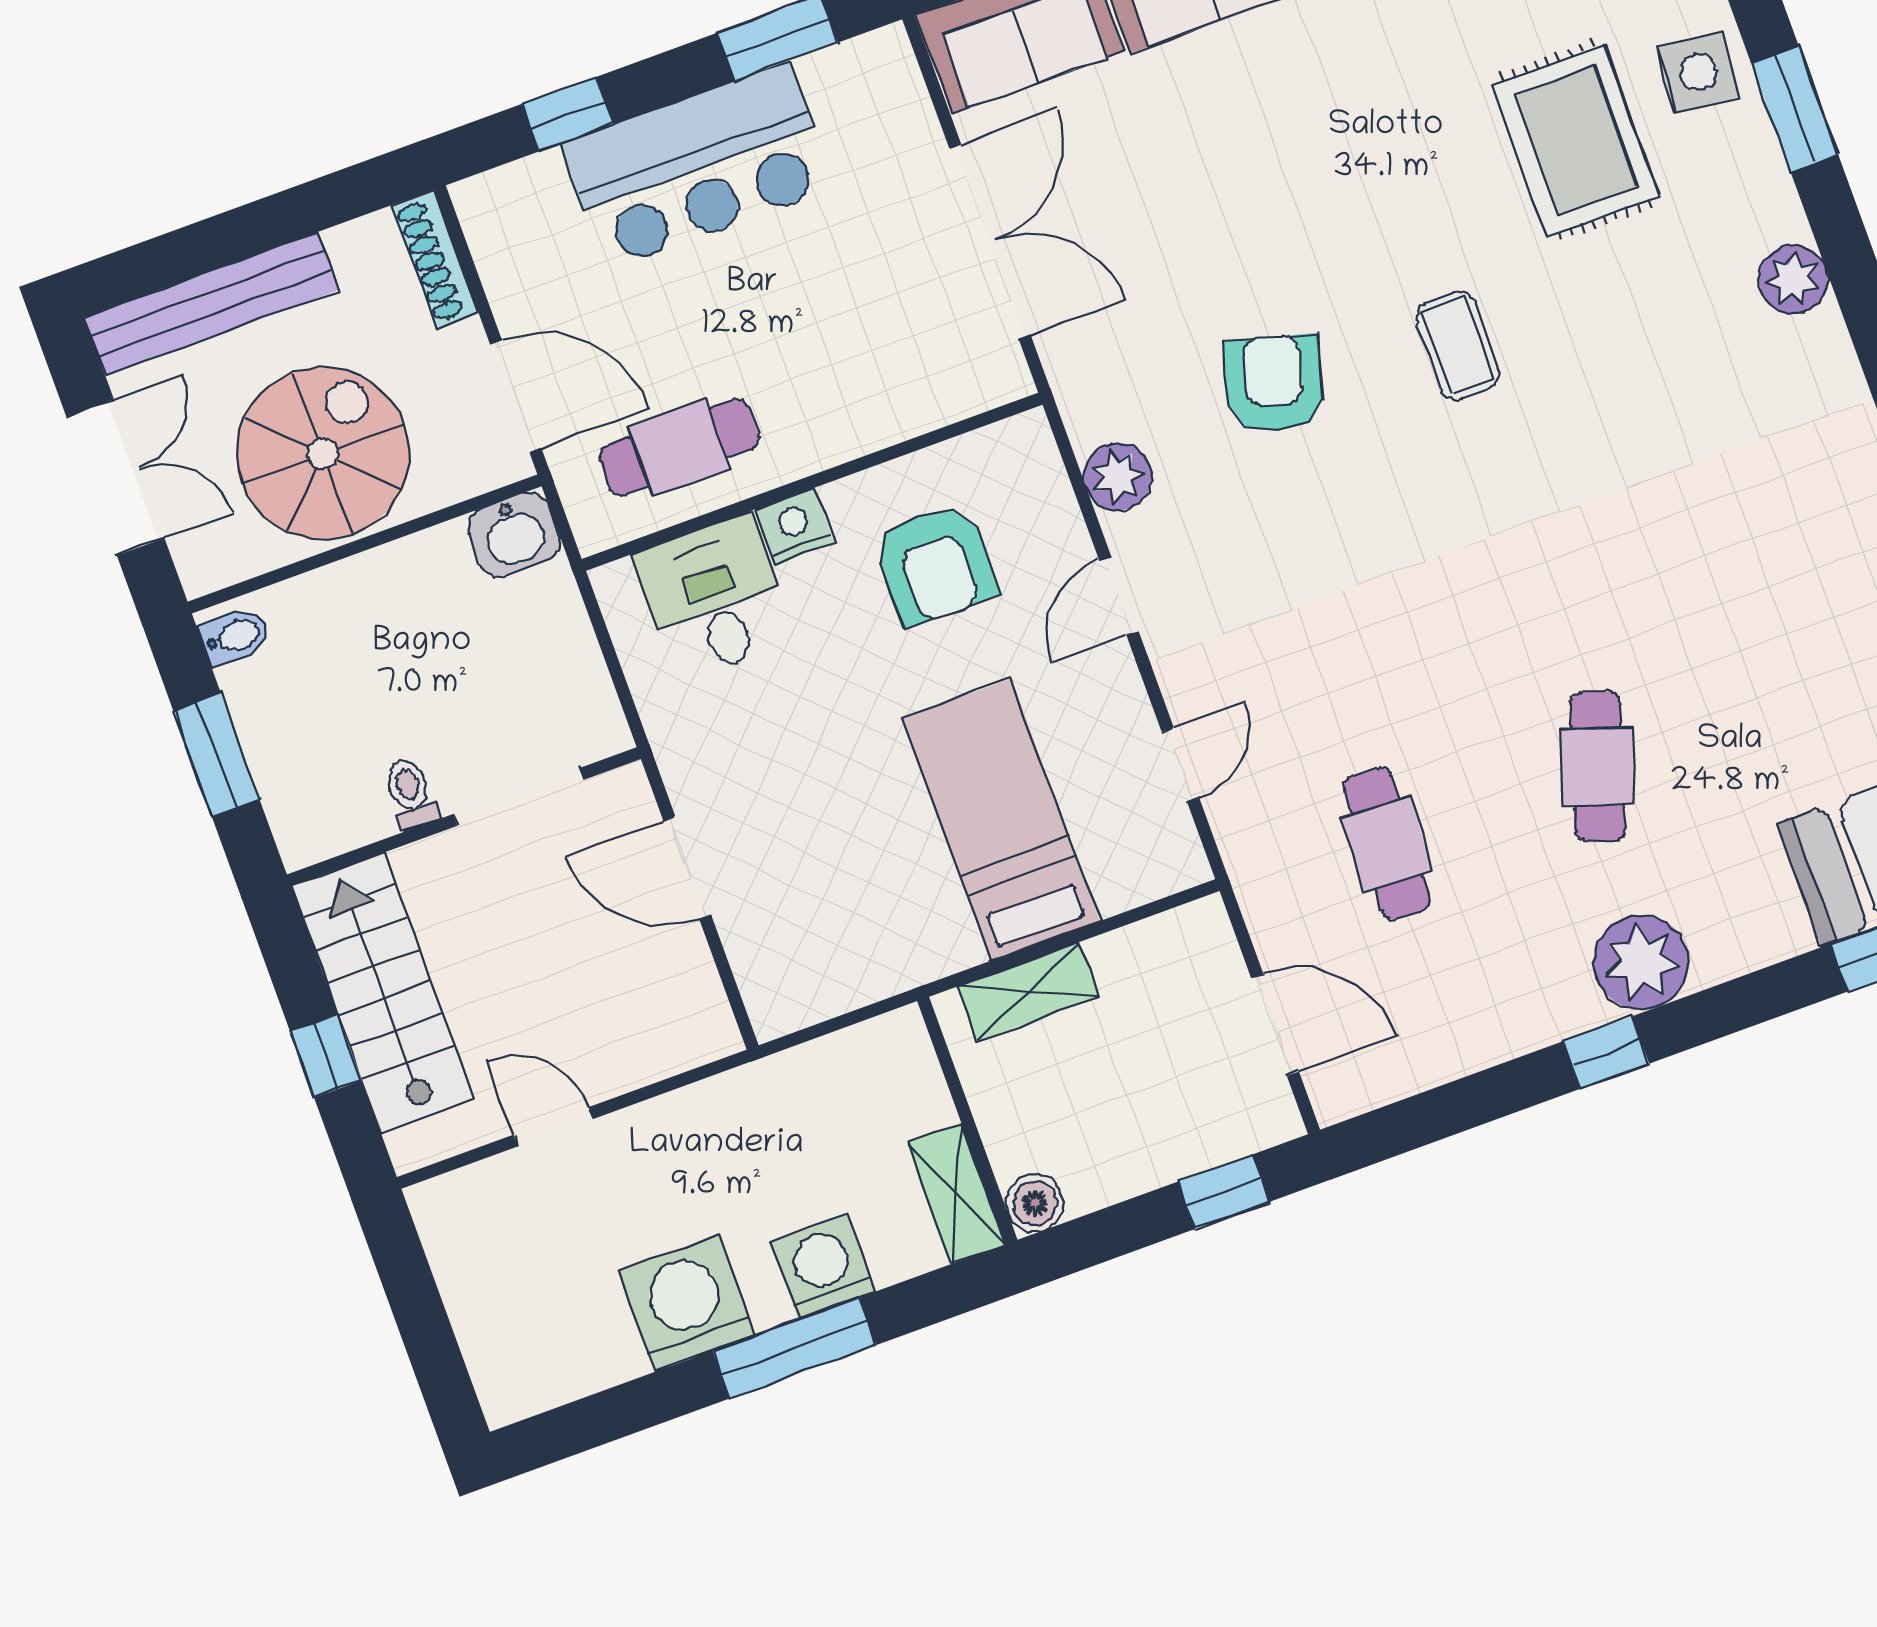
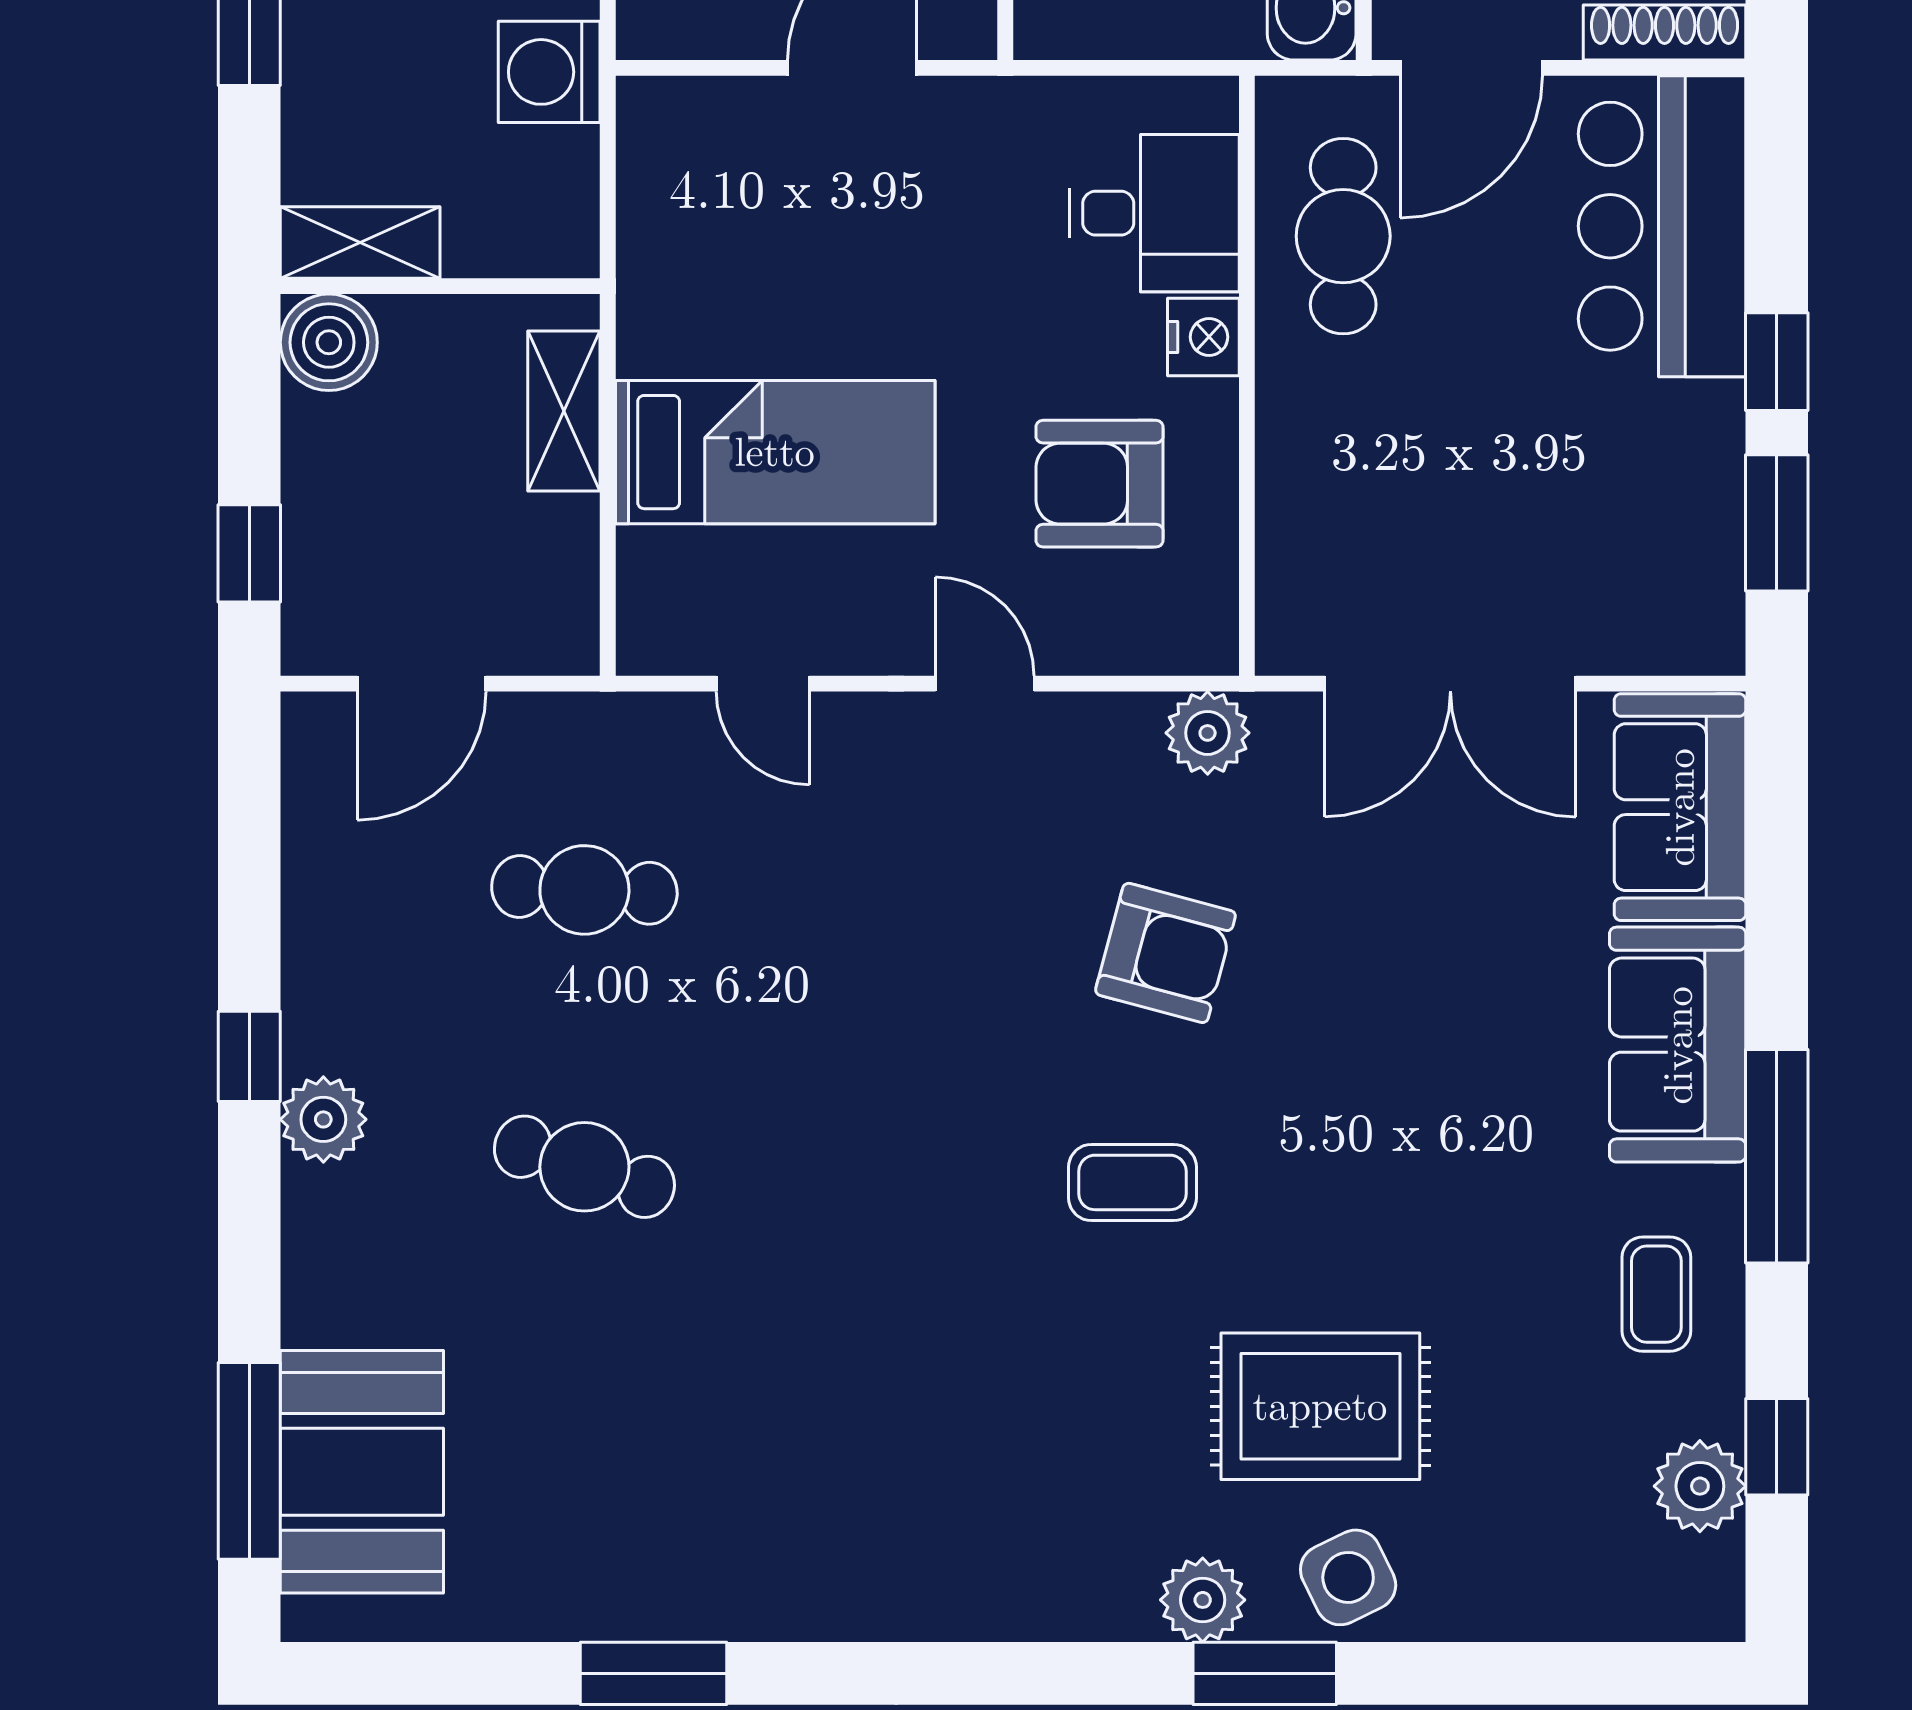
side table: (1699, 72) -> (1348, 1577), turned -32
window: (568, 114) -> (1777, 362), moved
bar counter: (698, 166) -> (1662, 226), moved
plant: (1793, 279) -> (1203, 1600), moved
plant: (1118, 477) -> (1208, 733), moved
plant: (1641, 962) -> (323, 1119), width x0.73, depth x0.73
boiler: (1035, 1203) -> (329, 342), width x1.36, depth x1.36
washing machine: (823, 1267) -> (549, 72), moved, turned 180

